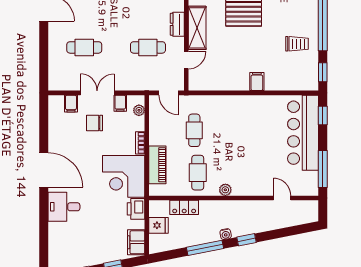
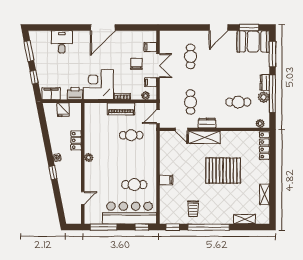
piano: (157, 165) -> (121, 109), moved
cafe table: (198, 173) -> (134, 185), moved
desk: (64, 207) -> (62, 42), moved
locker: (184, 207) -> (76, 140), moved
window: (205, 248) -> (47, 143), removed

